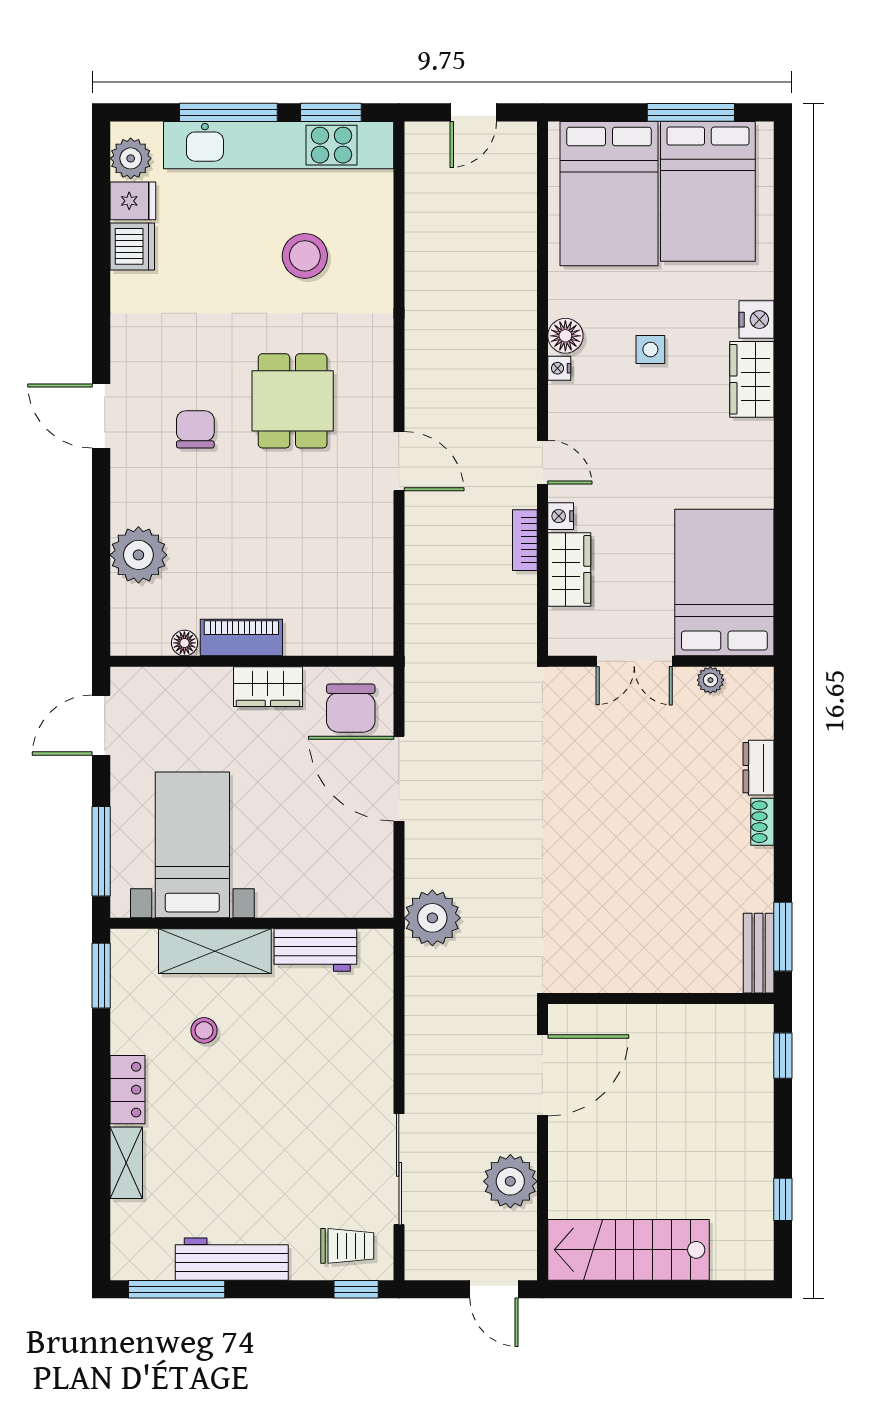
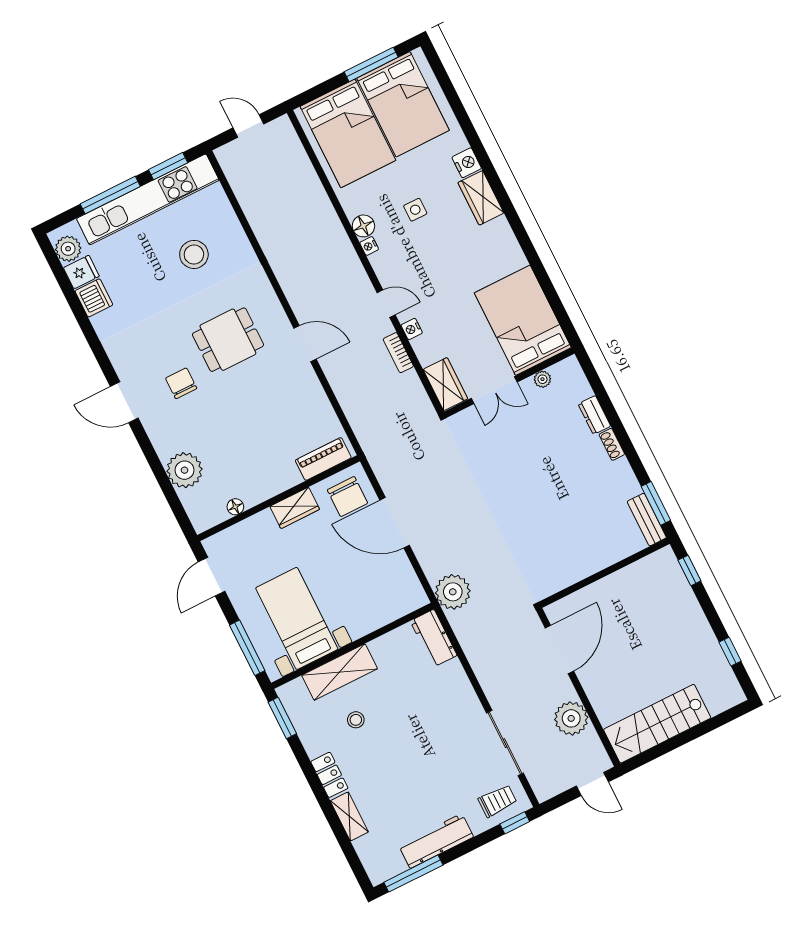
door: (473, 112) -> (248, 126), swing flipped
dining table: (293, 401) -> (228, 340), turned 90
wardrobe: (569, 569) -> (445, 384), moved
piano: (241, 638) -> (323, 459), moved
workbench: (315, 950) -> (434, 638), moved, turned 90

